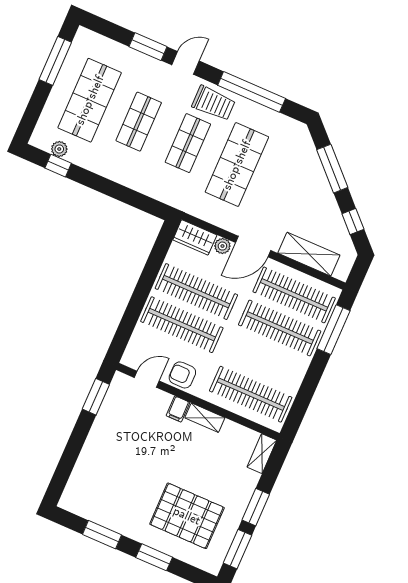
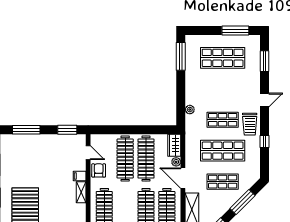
window: (148, 47) -> (264, 61), moved
door: (186, 63) -> (264, 100), hinge flipped
window: (252, 92) -> (264, 142), width x0.32
shop shelf: (139, 122) -> (223, 182), moved
plant: (59, 149) -> (190, 110), moved
window: (58, 166) -> (181, 56), width x2.17
window: (67, 462) -> (26, 130), added

